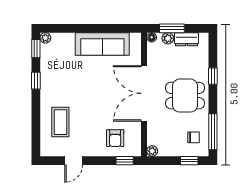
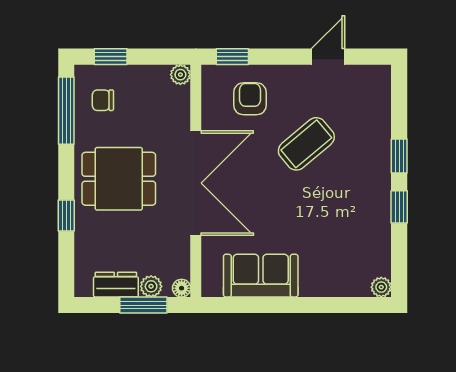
sofa: (102, 44) -> (261, 276), width x0.73
window: (36, 49) -> (399, 156), moved
coffee table: (60, 122) -> (306, 144), moved, turned 50

